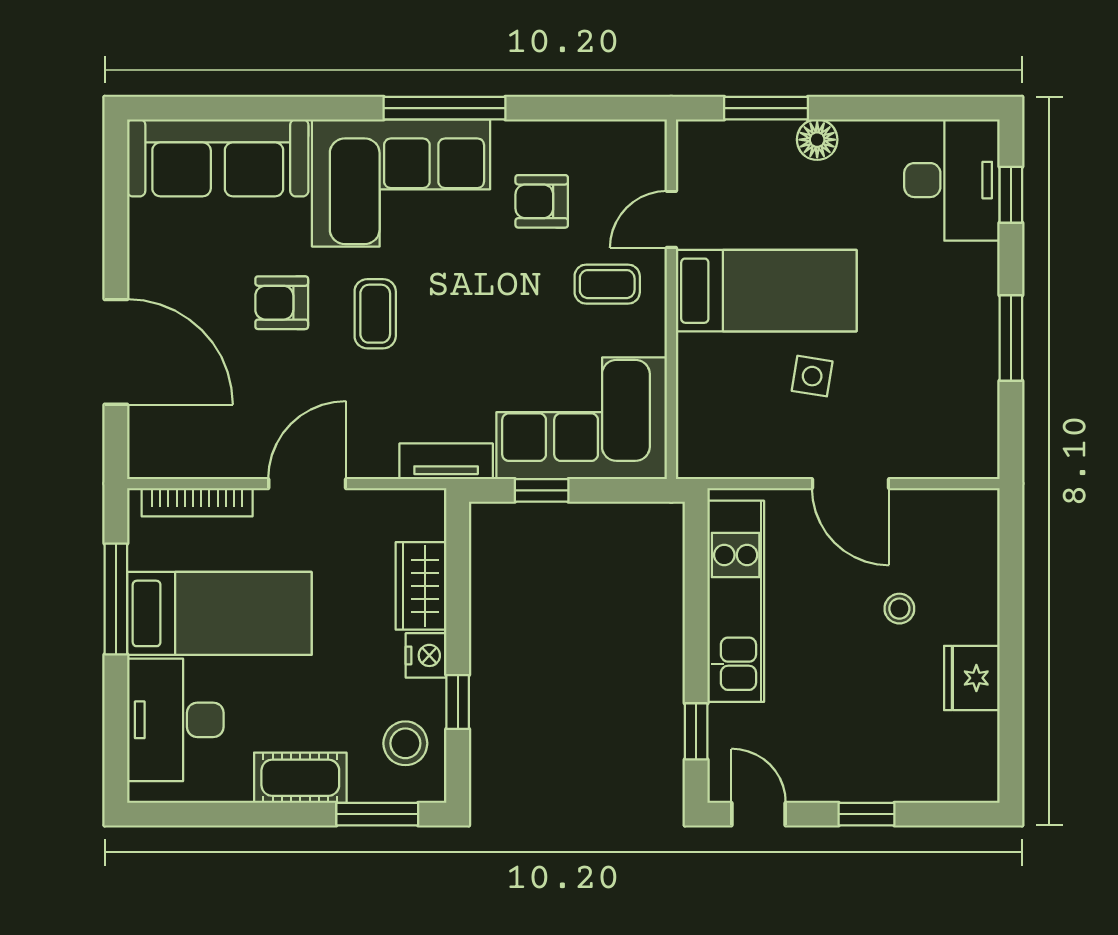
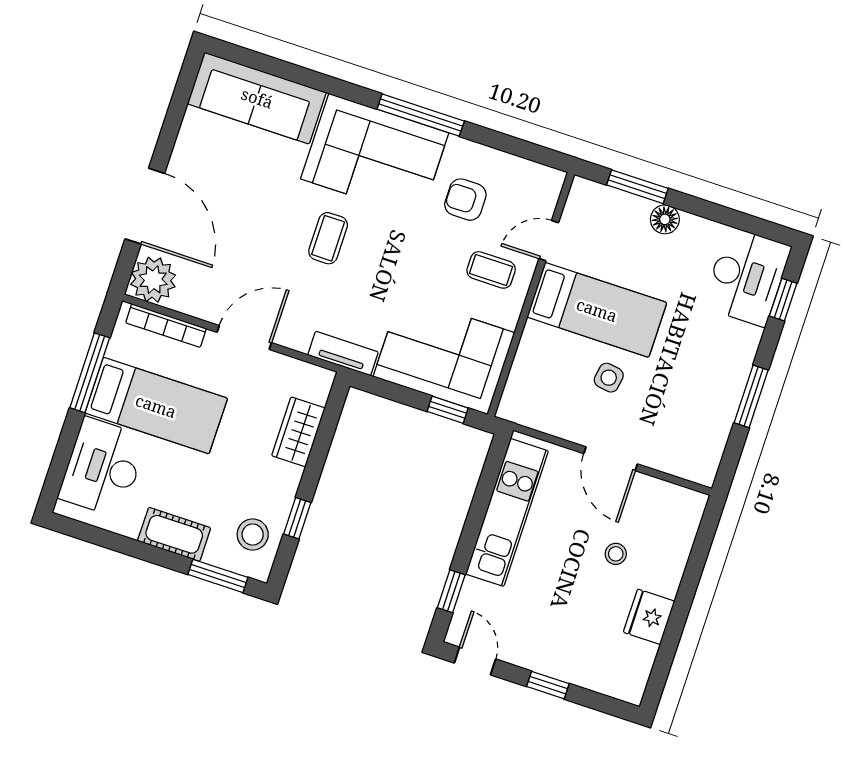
armchair: (282, 303) -> (268, 210), removed
plant: (160, 447) -> (153, 280), added
window: (542, 490) -> (448, 410), moved
nightstand: (426, 655) -> (286, 480), removed

